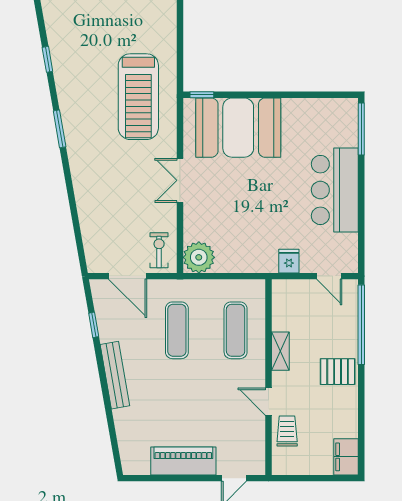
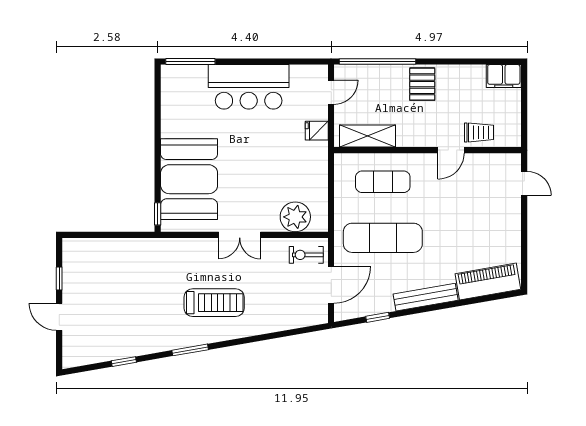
treadmill: (138, 97) -> (214, 303), moved, width x0.73, depth x0.73
plant: (199, 257) -> (295, 217), moved
exercise mat: (177, 330) -> (383, 238), width x1.36, depth x1.45
shelving: (280, 351) -> (367, 136), moved, width x1.50, depth x1.33
trolley: (287, 431) -> (479, 132), turned 180
piano: (183, 461) -> (488, 281), moved, turned 80

